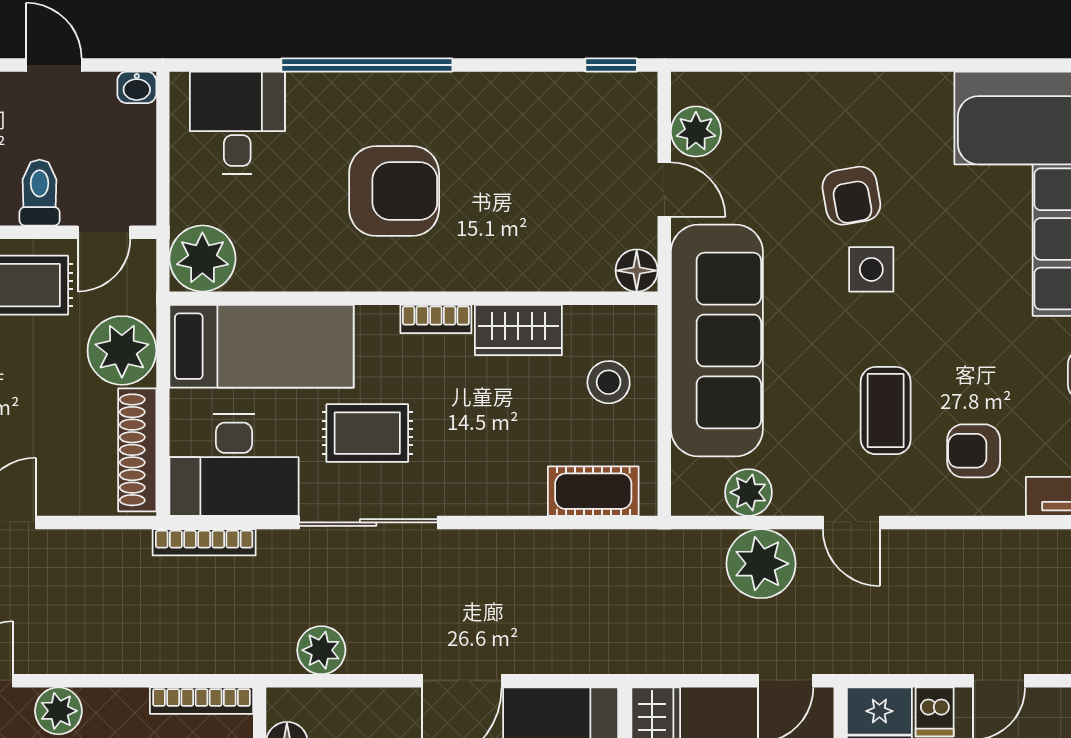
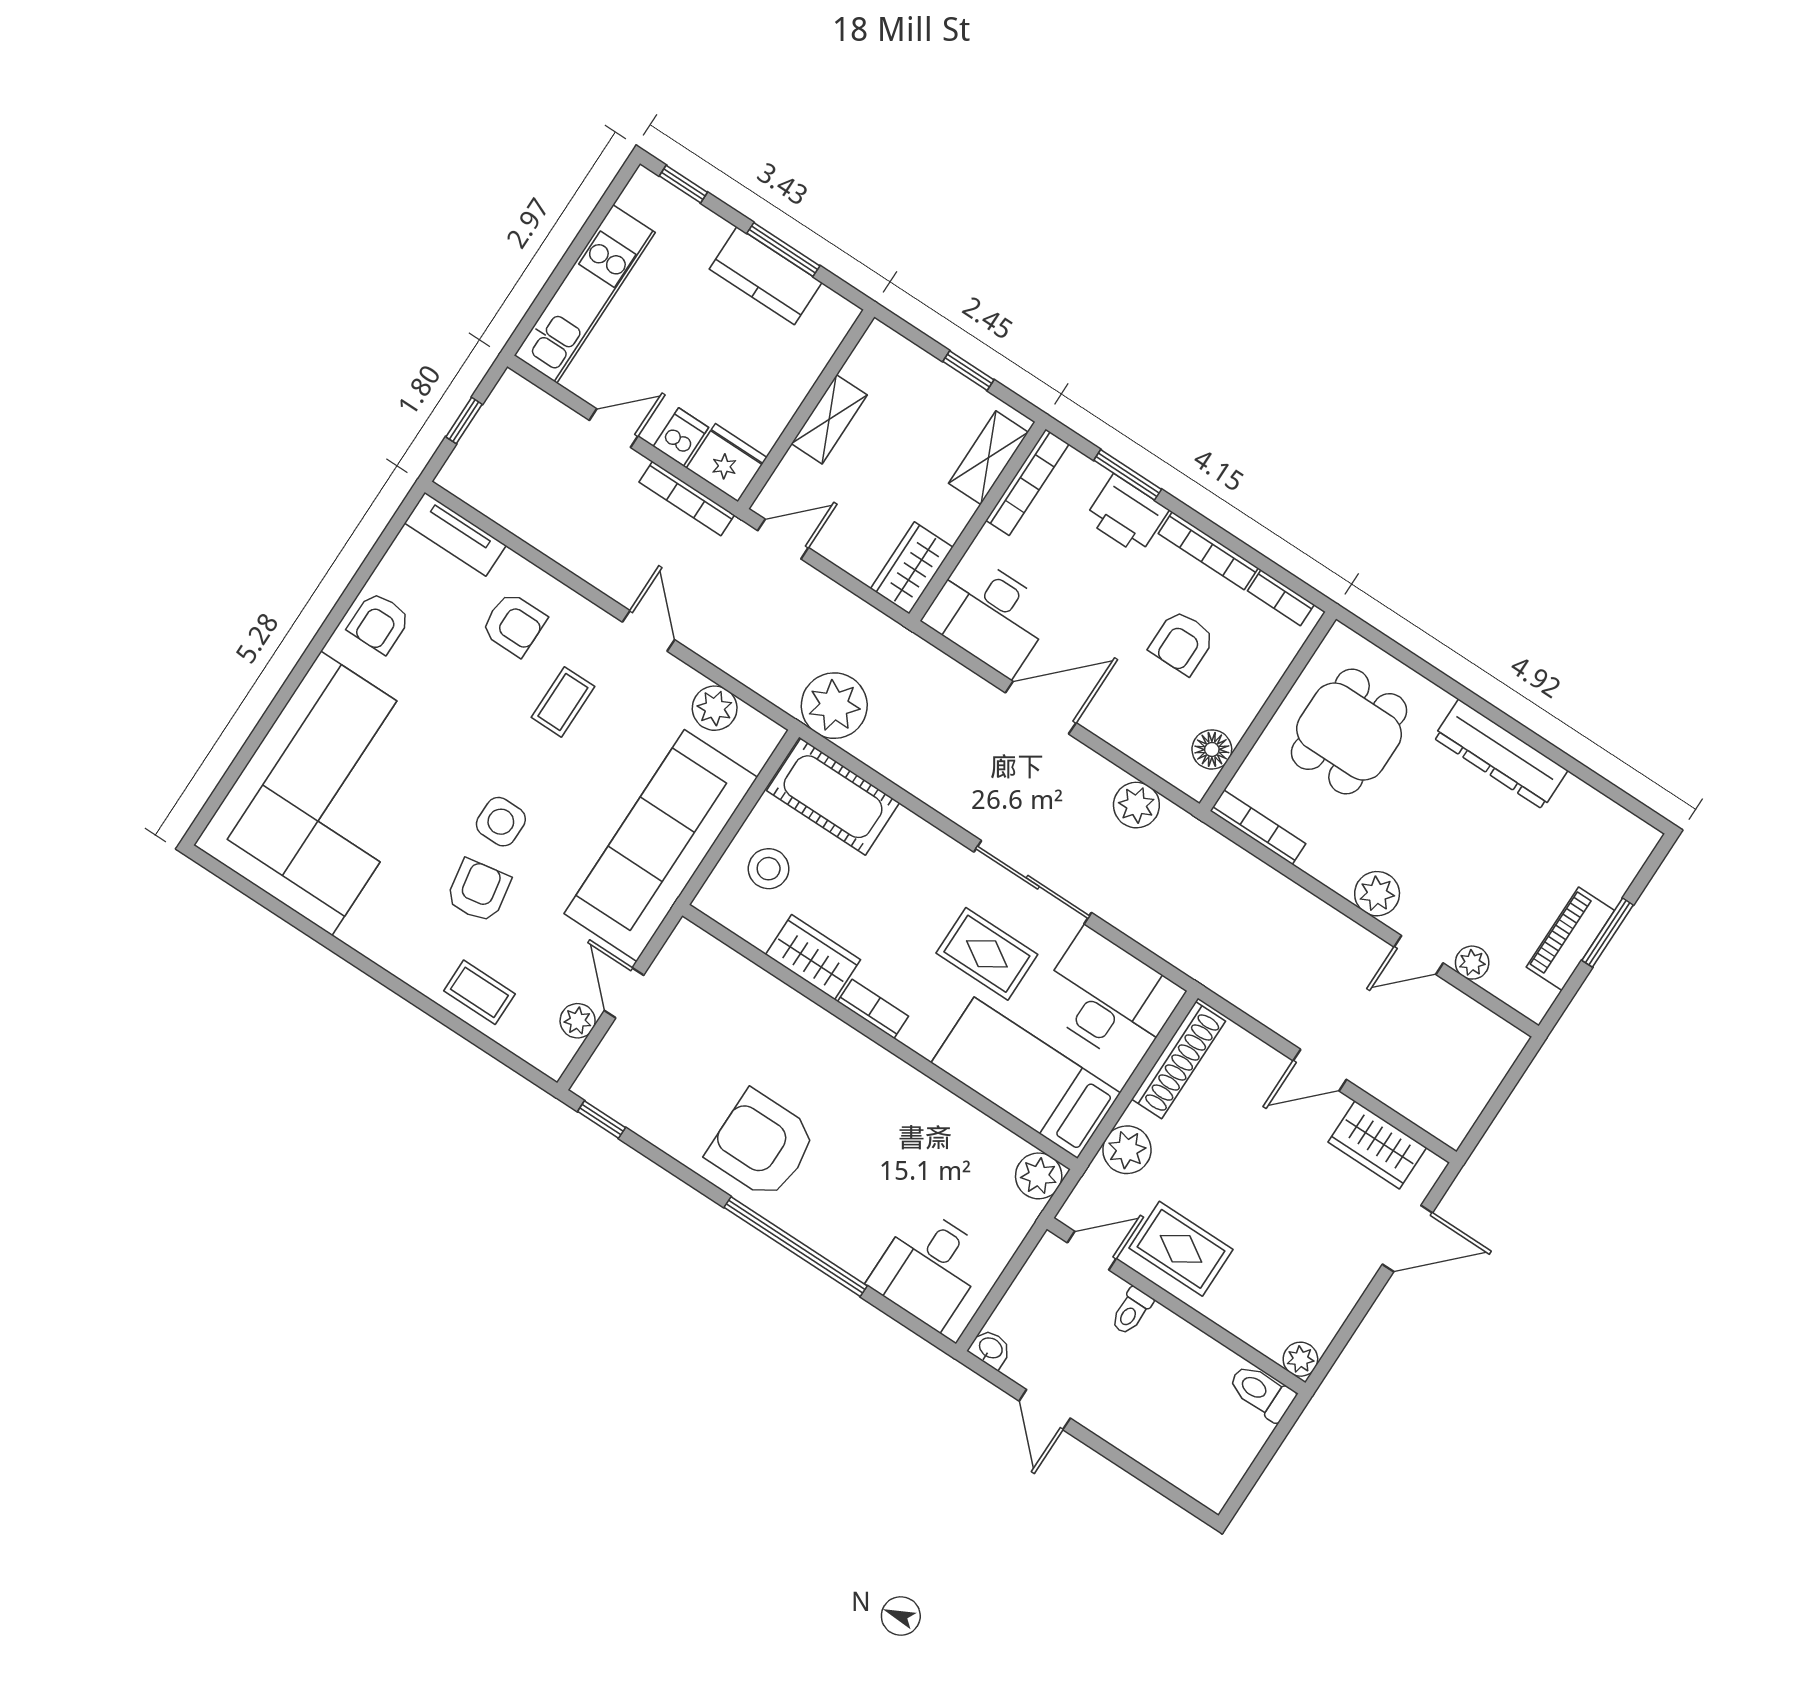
coffee table: (792, 107) -> (479, 992), added
plant: (696, 131) -> (578, 1021), width x0.73, depth x0.73
armchair: (394, 191) -> (762, 1145), moved
toilet: (40, 193) -> (1131, 1311), width x0.73, depth x0.72
plant: (202, 259) -> (1039, 1176), width x0.73, depth x0.73
floor lamp: (637, 271) -> (688, 943), removed
plant: (122, 350) -> (1127, 1150), width x0.73, depth x0.73
coffee table: (886, 411) -> (563, 702), width x0.73, depth x0.77
cot: (593, 491) -> (833, 797), width x1.37, depth x1.34
bookcase: (204, 542) -> (687, 499), moved, turned 180
plant: (761, 564) -> (834, 706), moved

